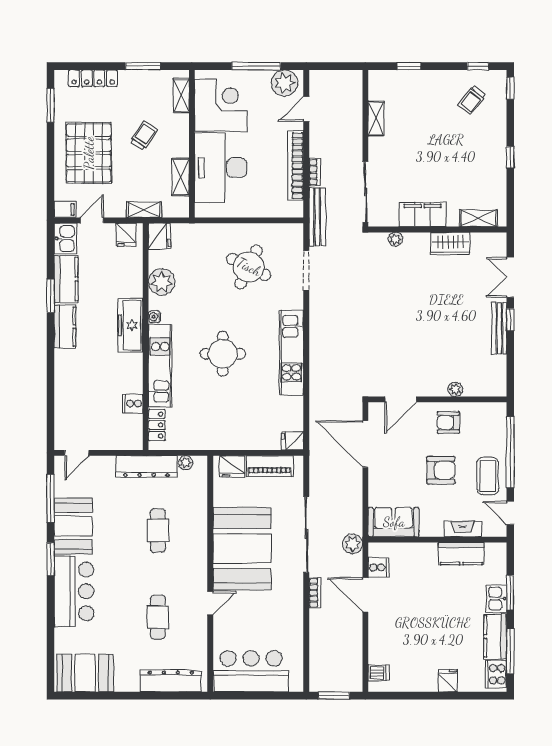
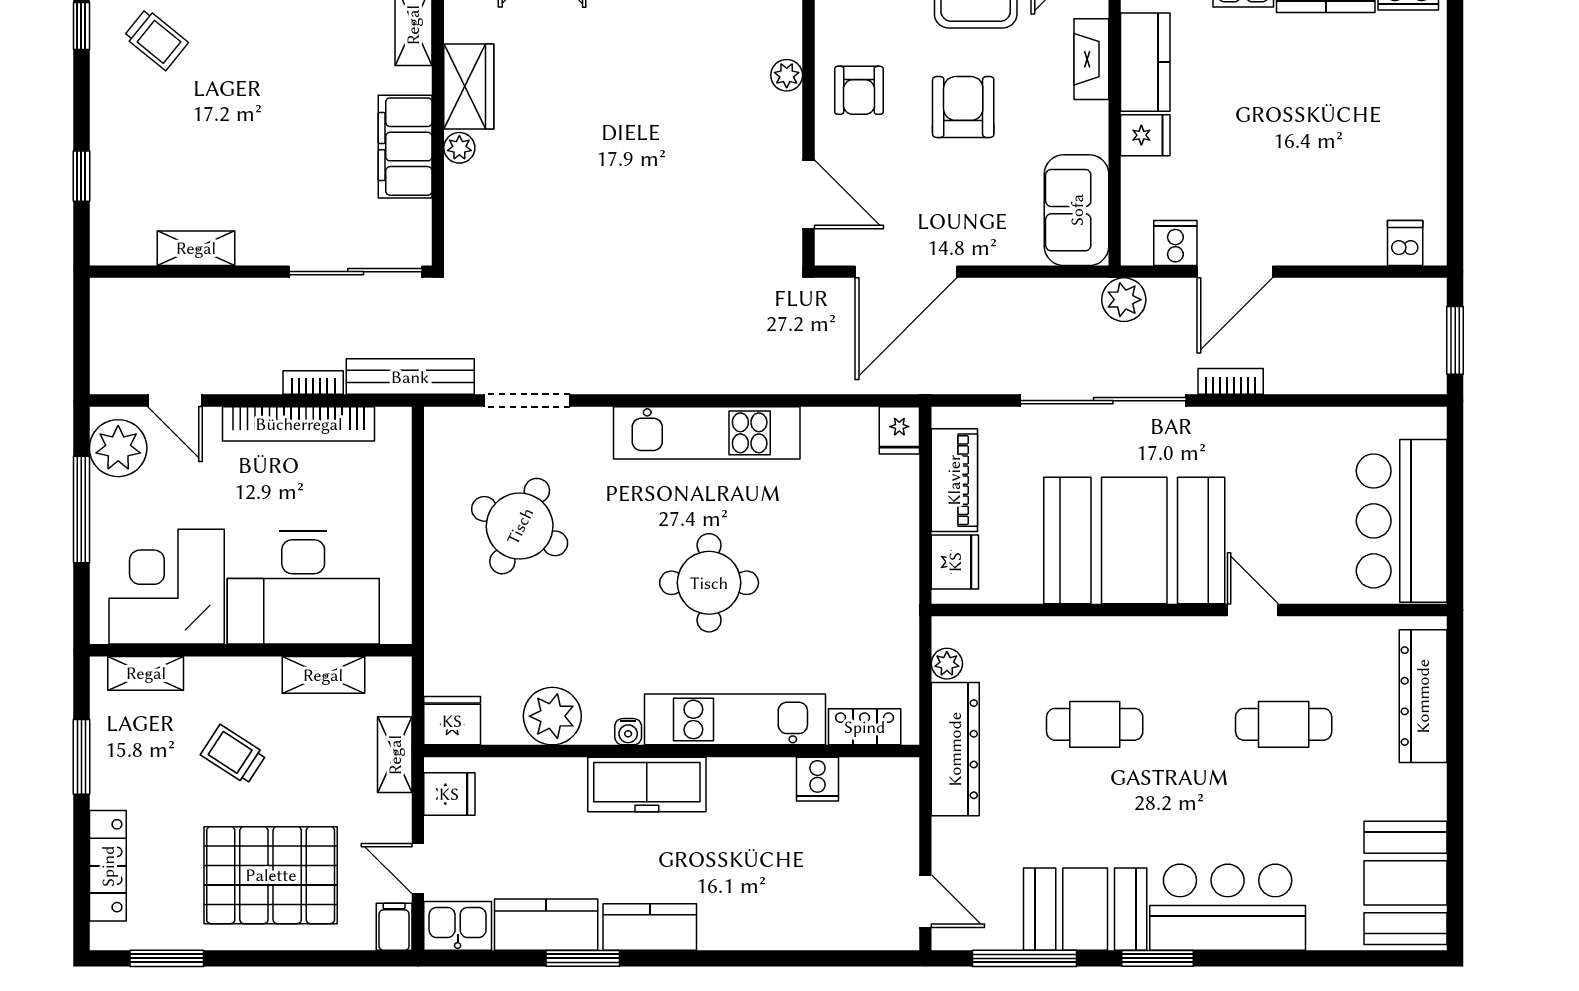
plant: (395, 239) -> (459, 148), moved
fridge: (448, 681) -> (1145, 135), moved, turned 180

